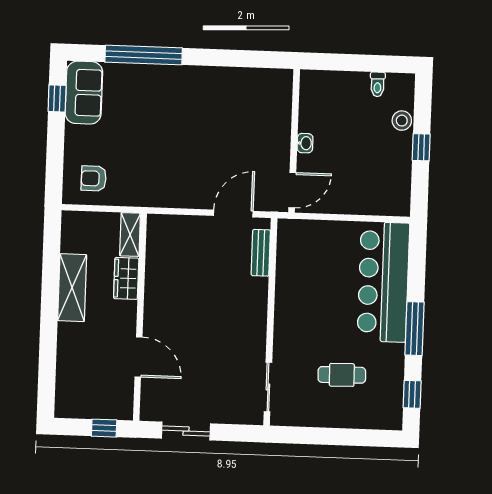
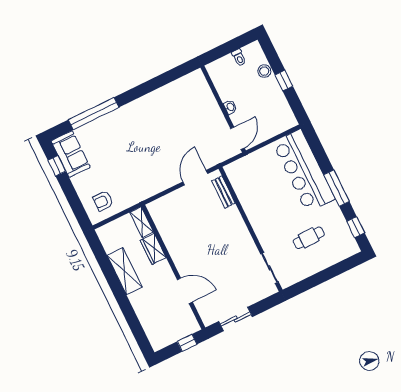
wall: (294, 141) -> (223, 109), moved
washbasin: (305, 143) -> (230, 107), moved
door: (292, 190) -> (237, 138), moved

